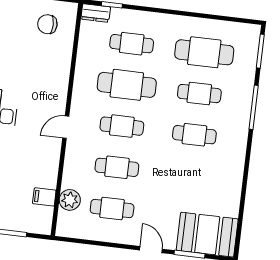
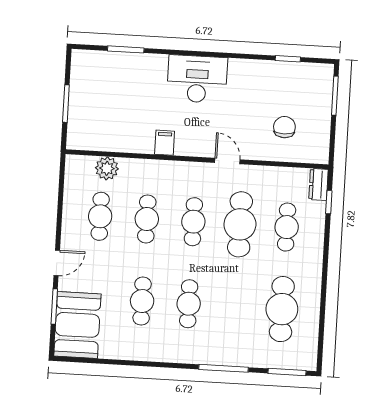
chair: (47, 24) -> (284, 127), moved
cafe table: (199, 94) -> (142, 301), moved
door: (66, 127) -> (227, 161), moved
filing cabinet: (44, 197) -> (165, 143), moved

